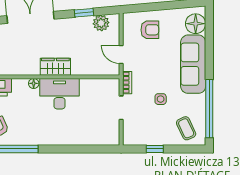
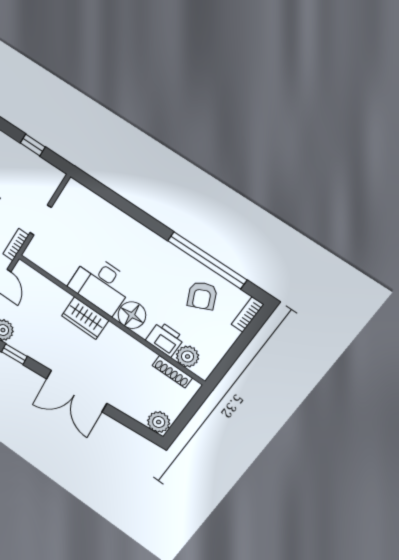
floor lamp: (34, 83) -> (132, 315), width x1.89, depth x1.89

